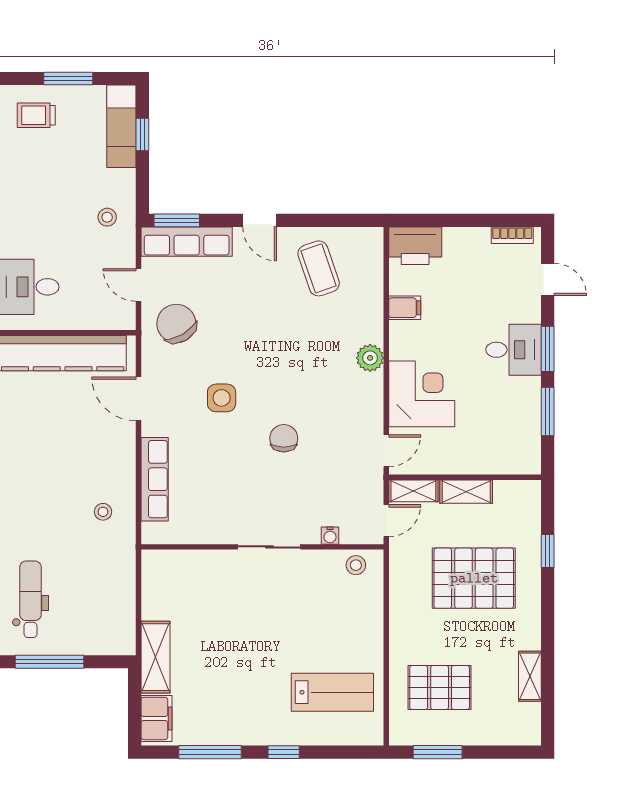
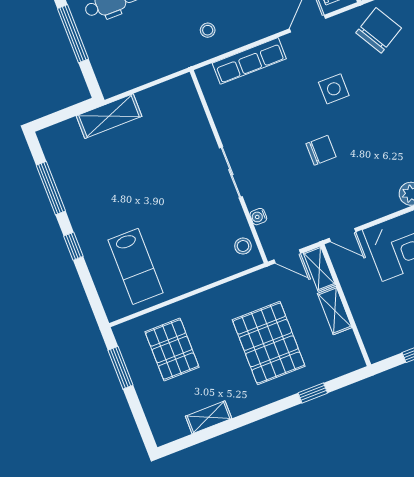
filing cabinet: (157, 718) -> (61, 136), removed

